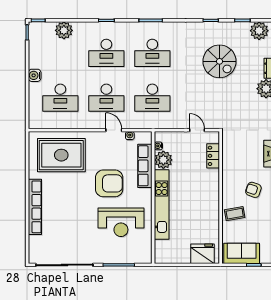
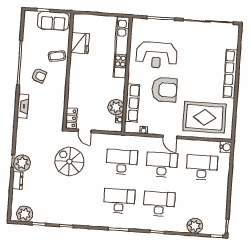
spiral stairs: (220, 61) -> (69, 161), moved
water cooler: (35, 75) -> (226, 147), moved
door: (114, 130) -> (170, 137), moved
locker: (213, 156) -> (71, 118), moved
armchair: (109, 183) -> (164, 90), turned 180
kitchen unit: (162, 205) -> (121, 47), moved
reception desk: (121, 222) -> (156, 55), turned 180
fridge: (202, 254) -> (80, 43), moved, turned -90

